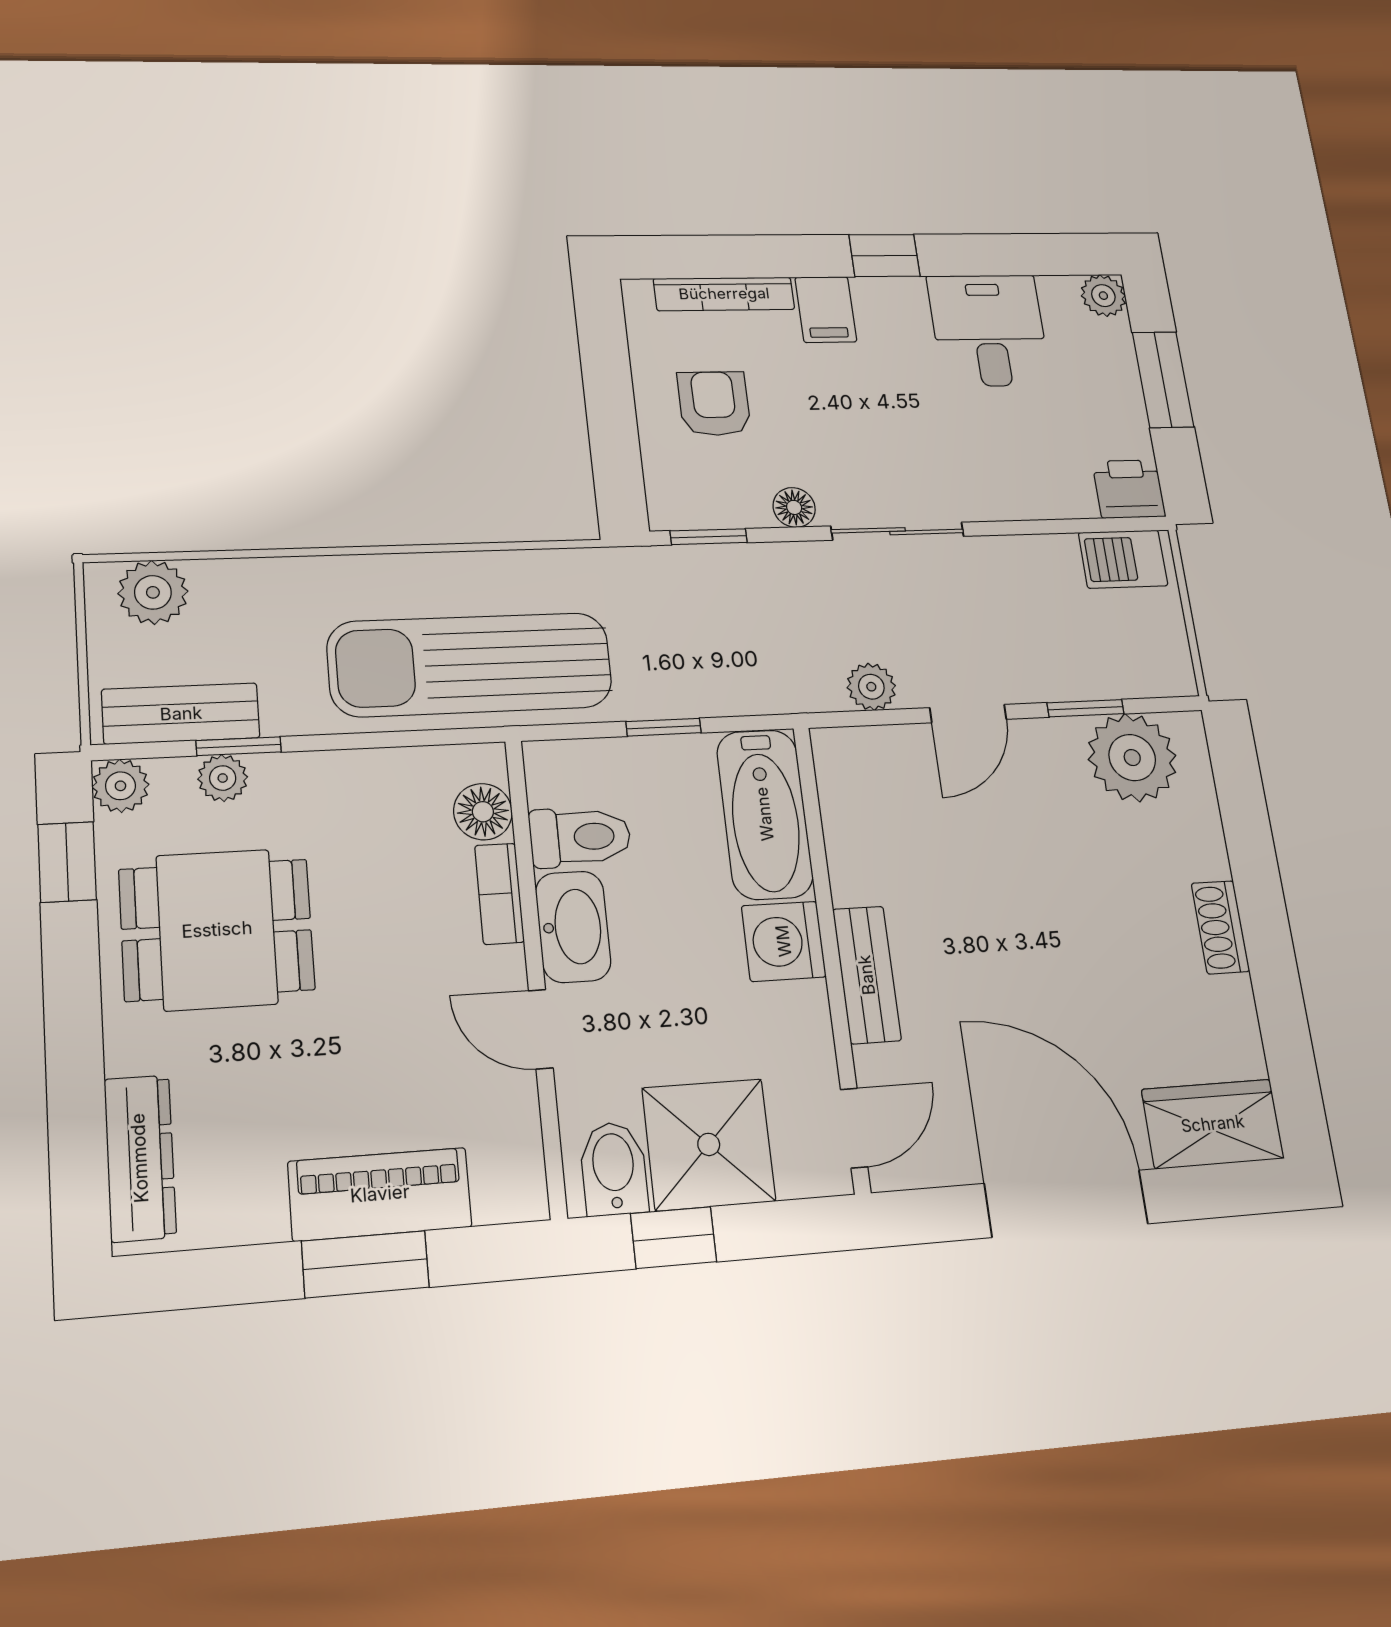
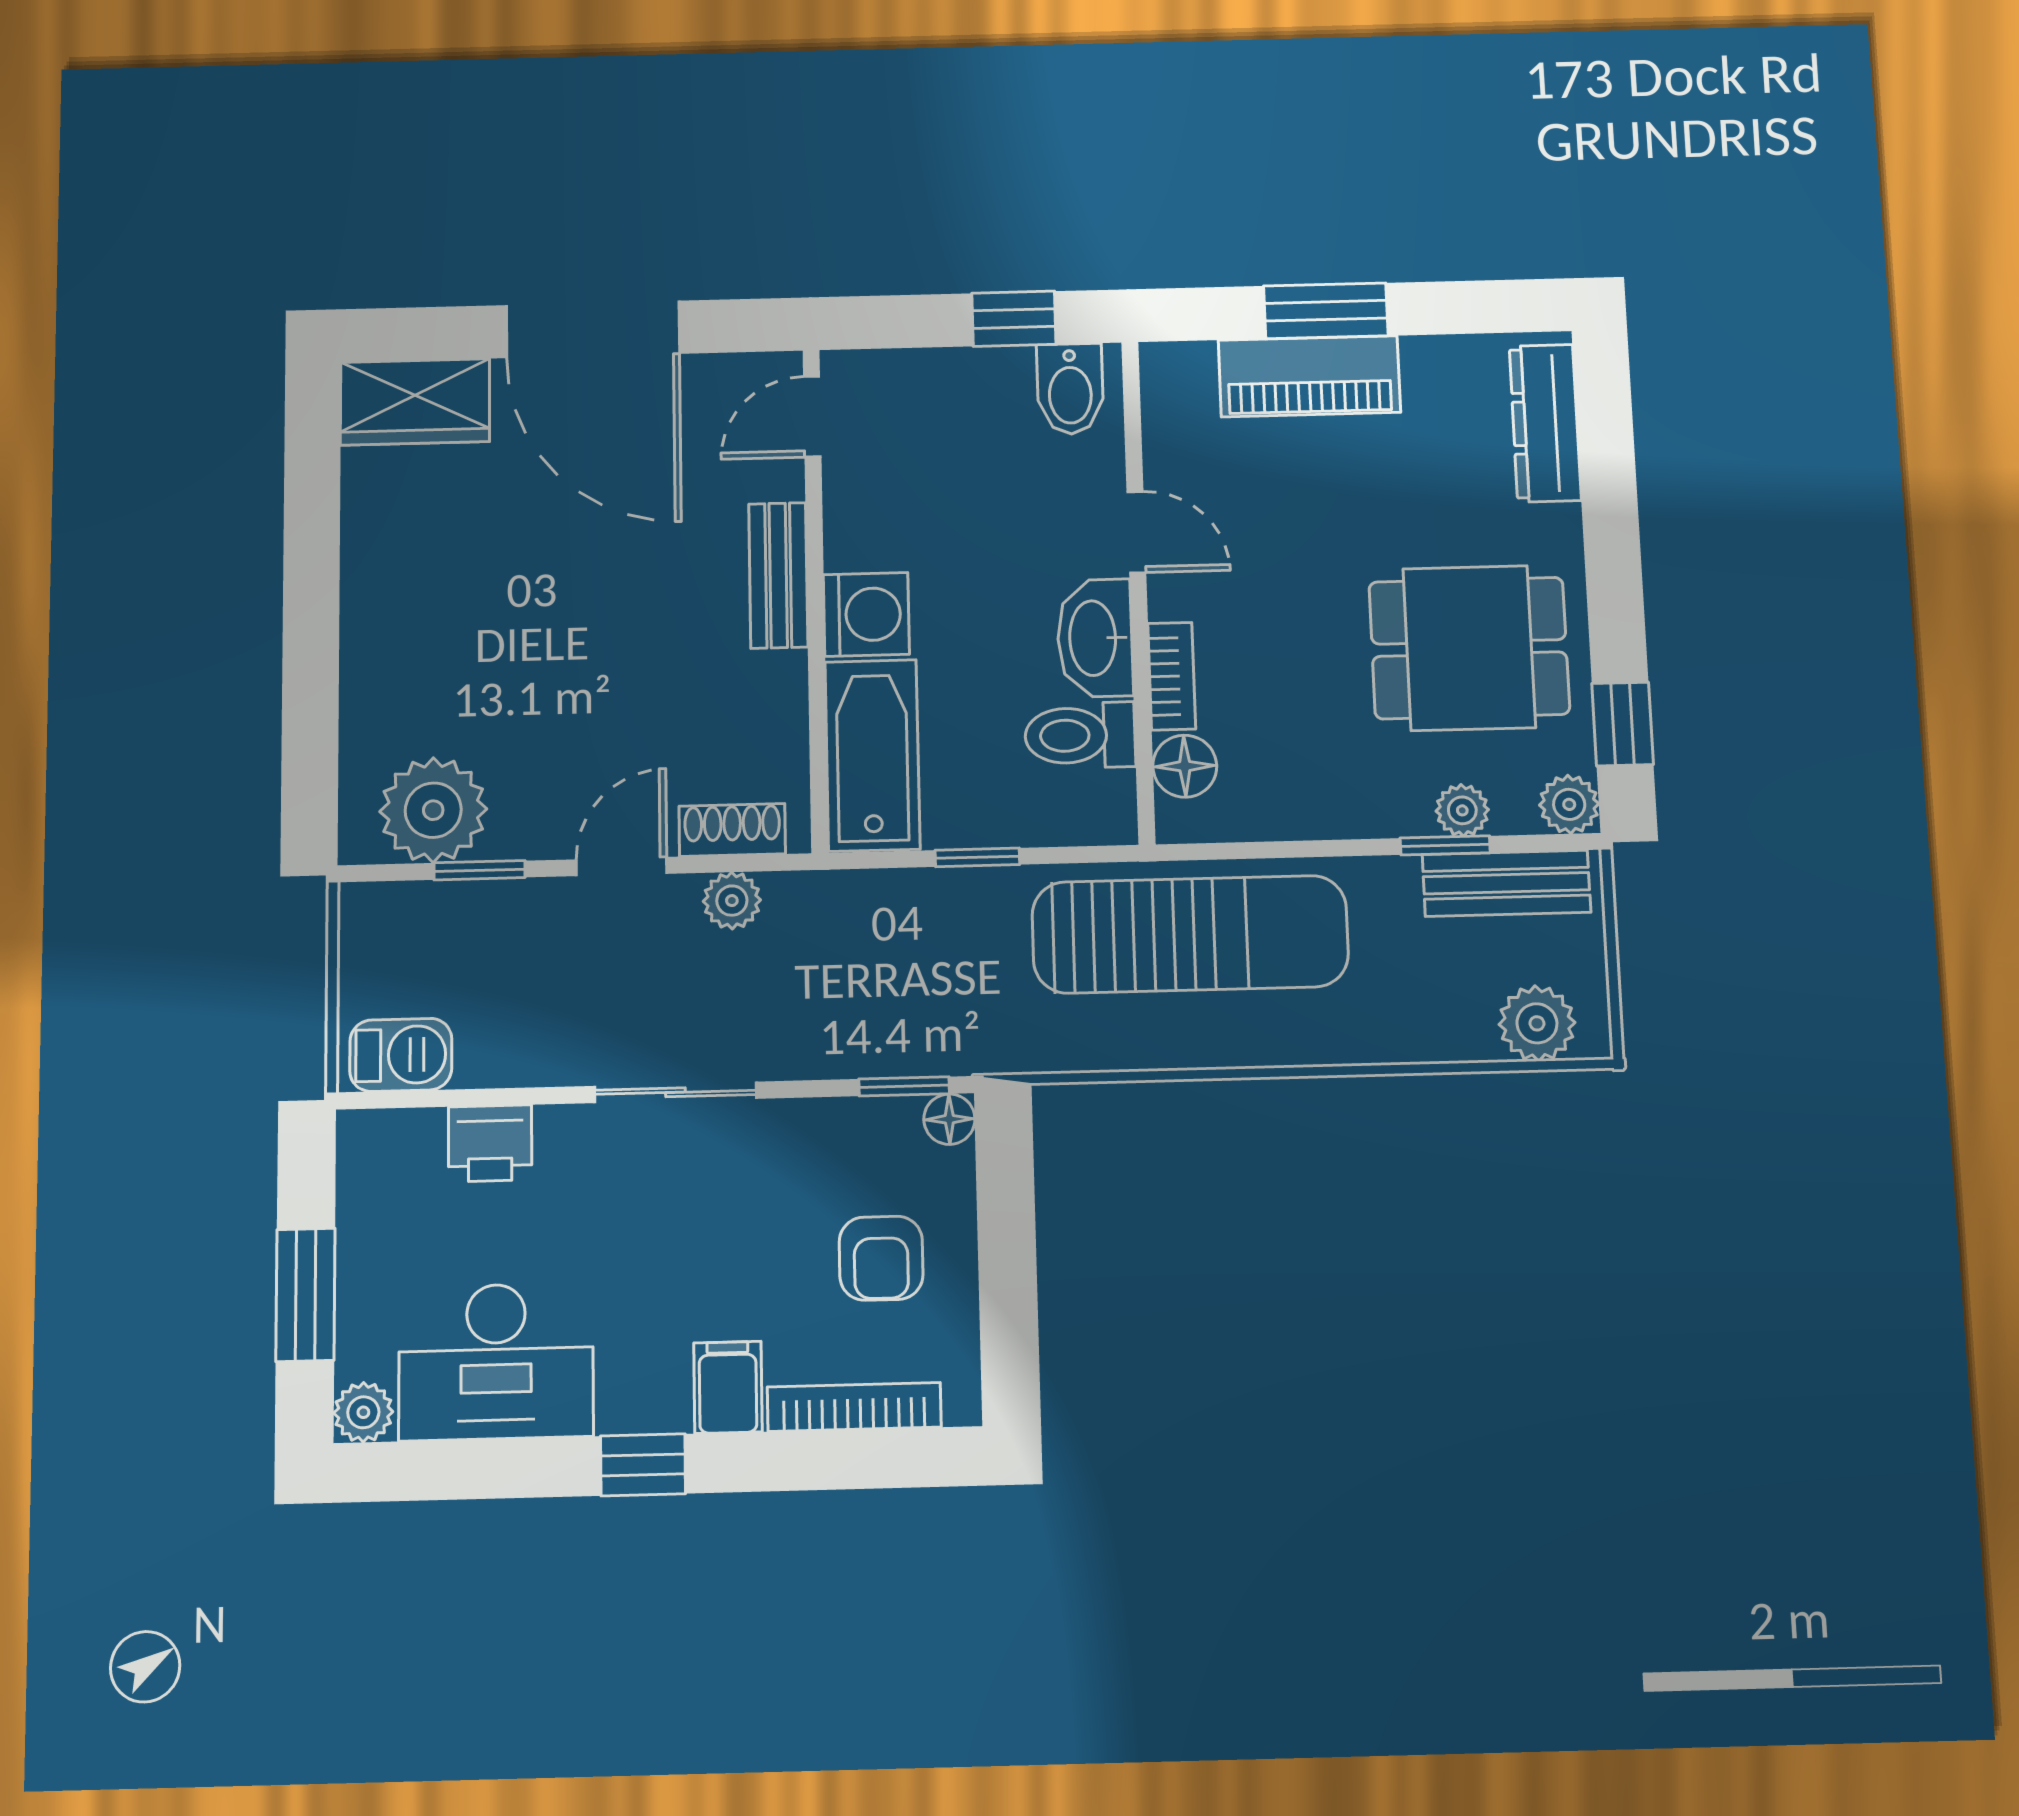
desk: (989, 330) -> (496, 1362), width x1.37
printer: (1129, 489) -> (490, 1143), moved
floor lamp: (794, 507) -> (949, 1119), moved
shoe rack: (1220, 927) -> (732, 830), moved, turned -90
shower: (709, 1144) -> (969, 408), removed

